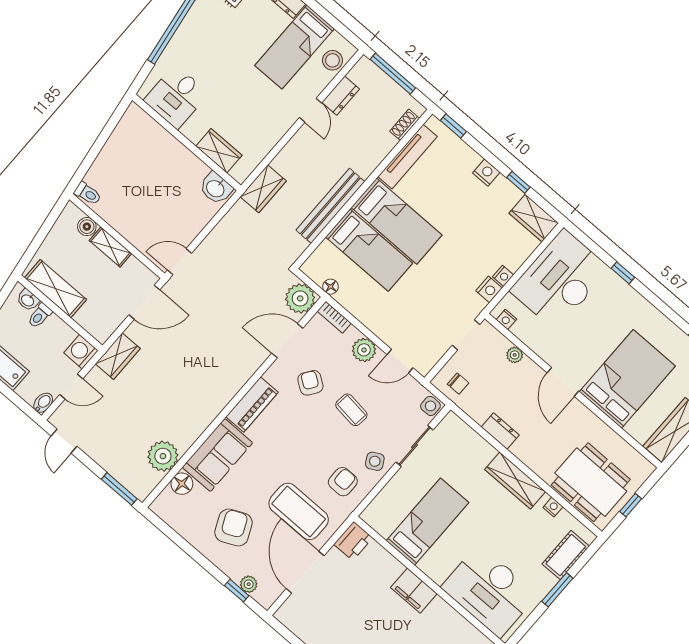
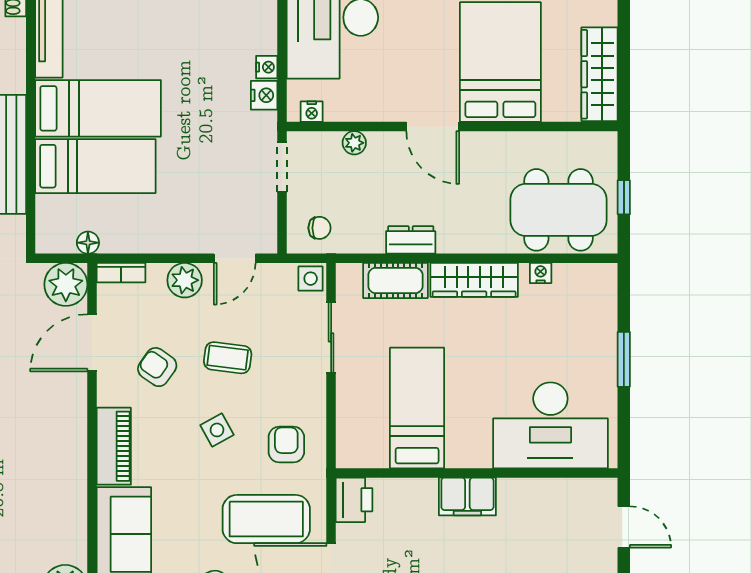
side table: (375, 461) -> (217, 430), moved
cot: (566, 555) -> (395, 281), moved, turned 90

